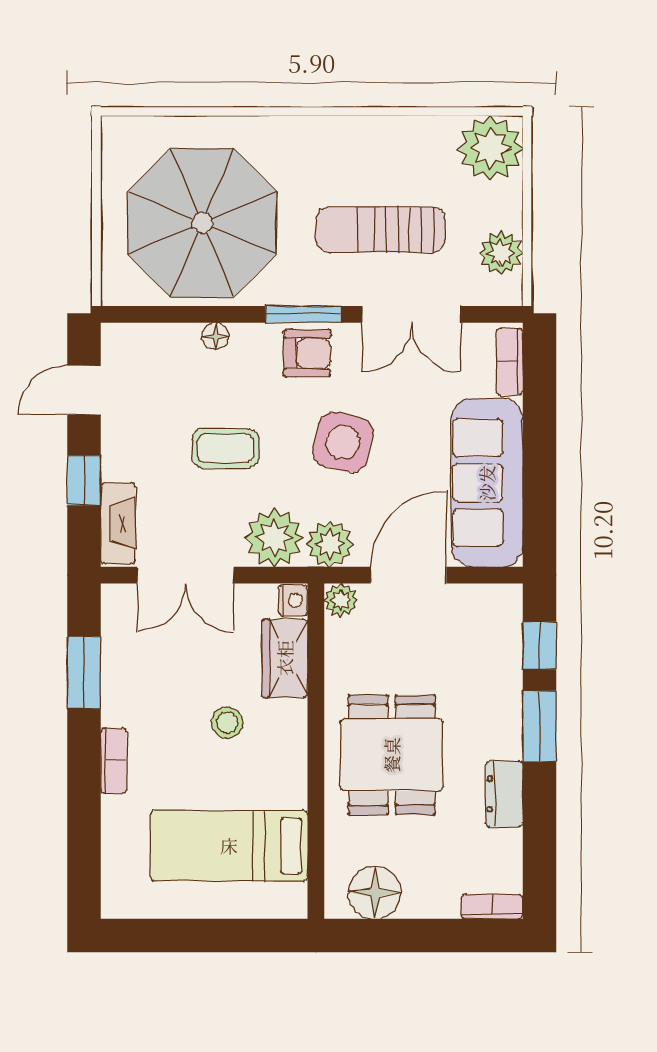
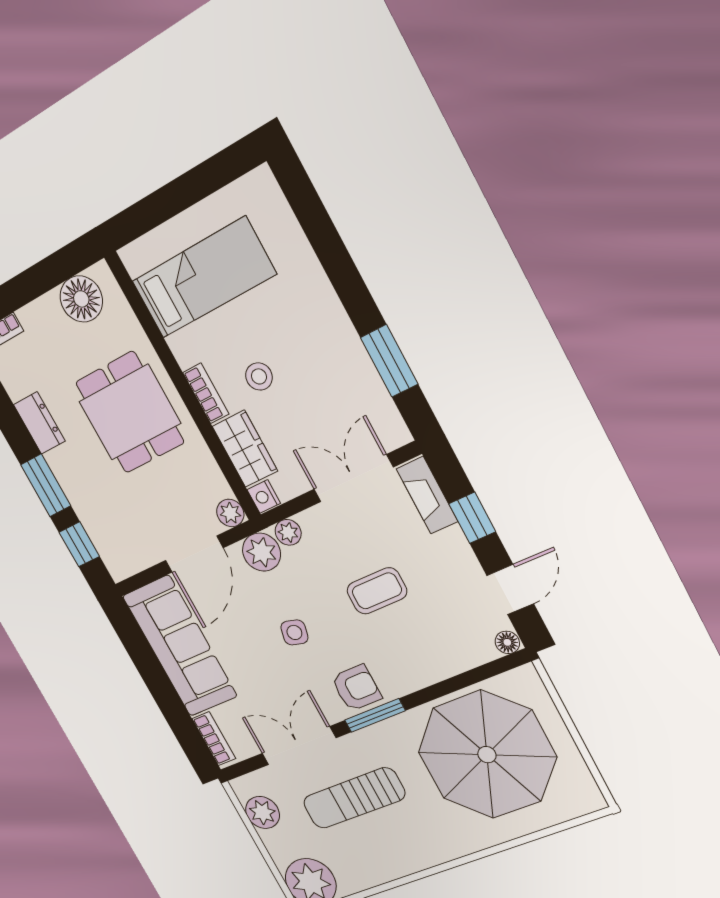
sun lounger: (381, 230) -> (354, 798), turned 180
floor lamp: (215, 336) -> (507, 642), moved
armchair: (307, 353) -> (356, 688), turned 180
side table: (343, 442) -> (294, 632), width x0.54, depth x0.54
plant: (274, 538) -> (288, 532), width x0.53, depth x0.53
bookcase: (114, 761) -> (206, 393), moved, turned 180

